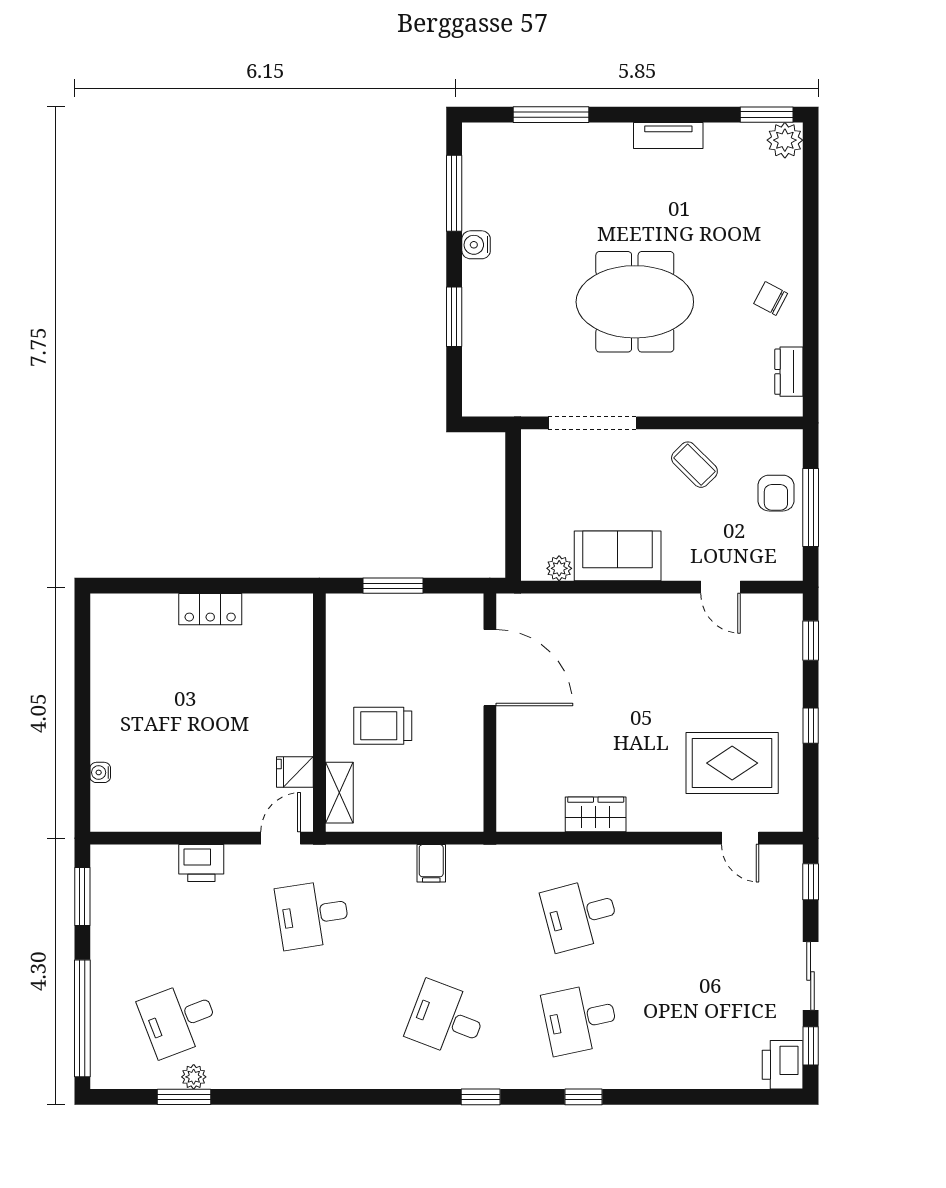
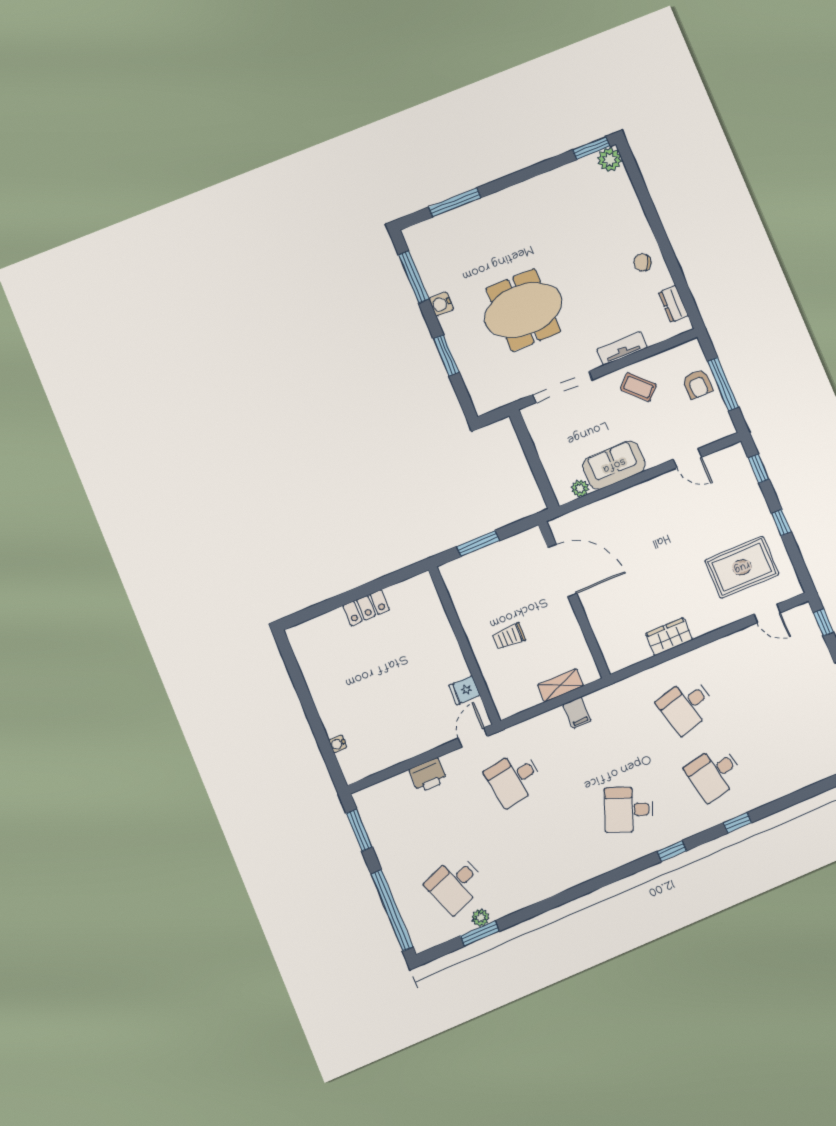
tv unit: (668, 135) -> (622, 348), moved, turned 180
meeting table: (635, 302) -> (523, 310), moved
trolley: (383, 726) -> (509, 637), width x0.73, depth x0.72
shelving: (339, 793) -> (560, 685), moved, turned 90

